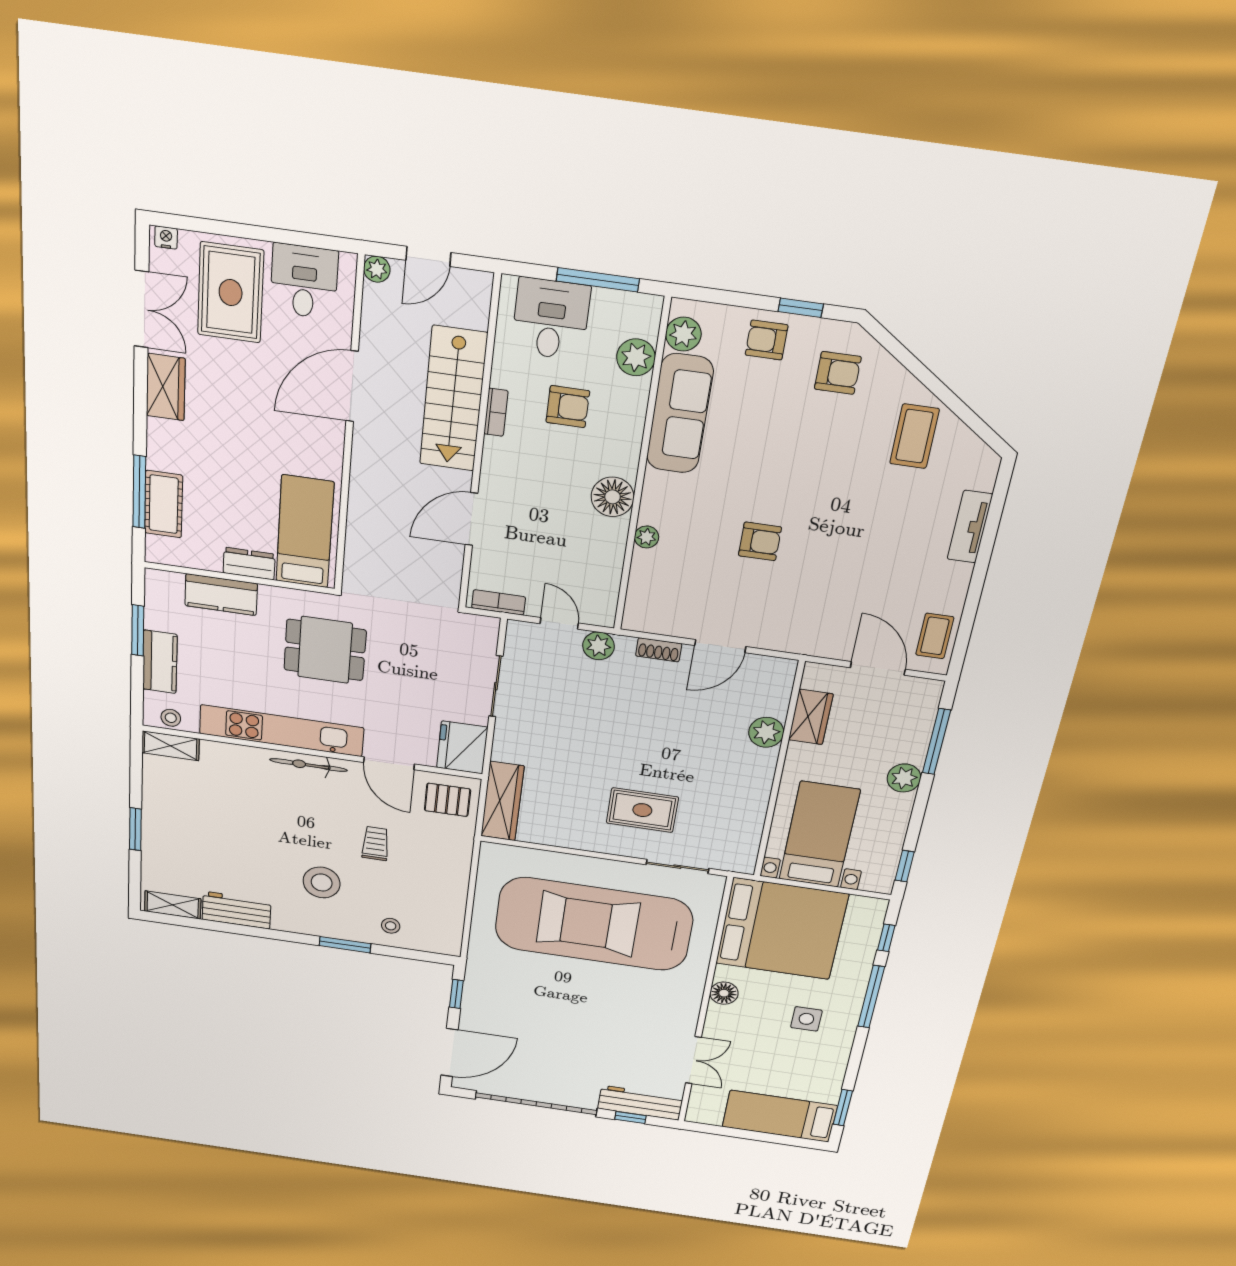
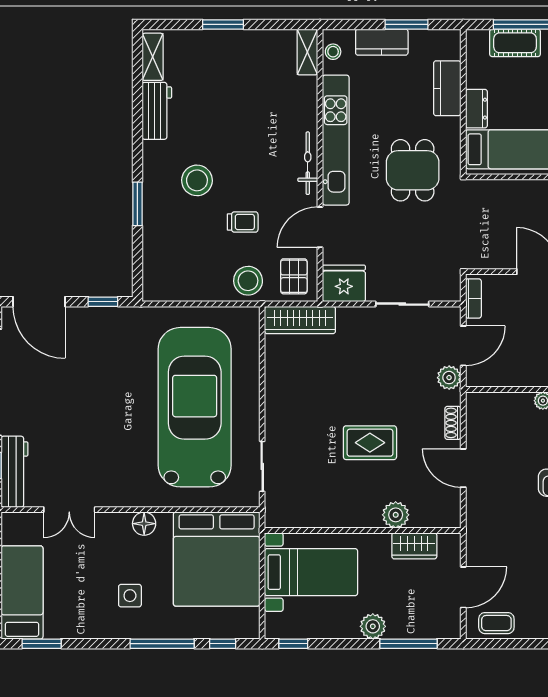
door: (559, 623) -> (463, 346), width x1.37
rug: (642, 810) -> (370, 443), moved, turned 90
stool: (391, 926) -> (248, 281), moved, width x1.89, depth x1.89

